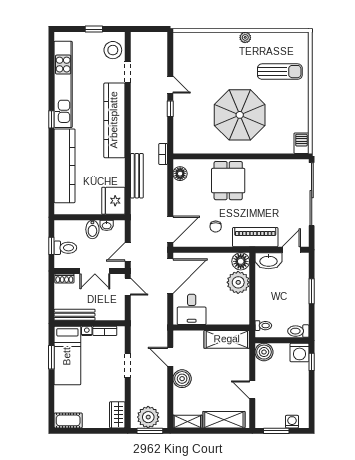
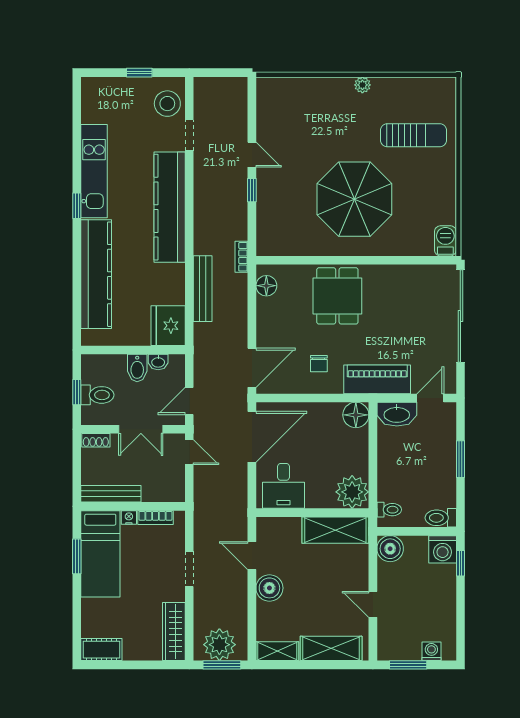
kitchen unit: (63, 84) -> (94, 171), width x0.73
plant: (238, 282) -> (352, 492), moved
wardrobe: (117, 415) -> (174, 632), width x1.50

